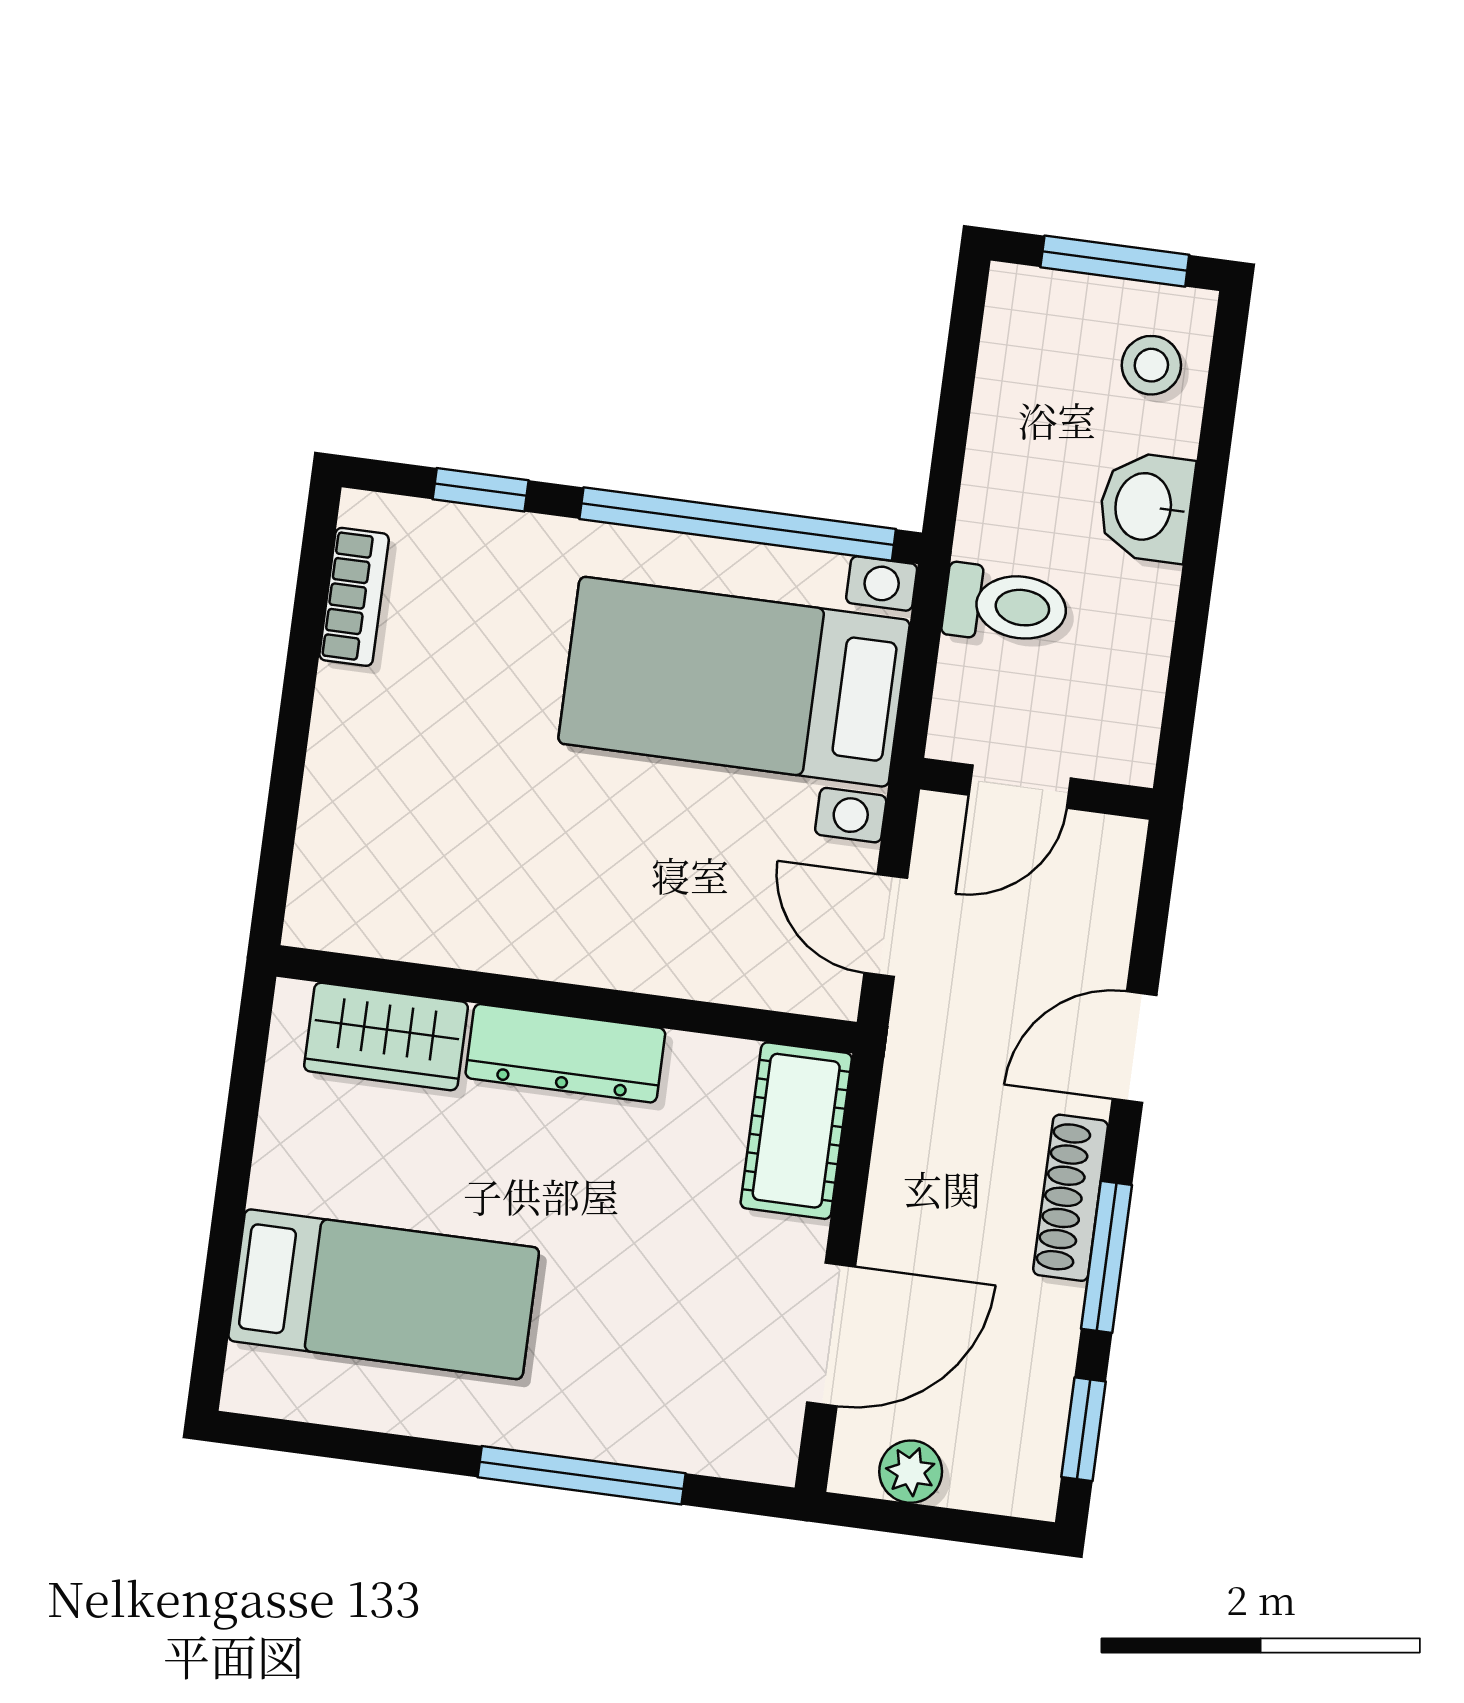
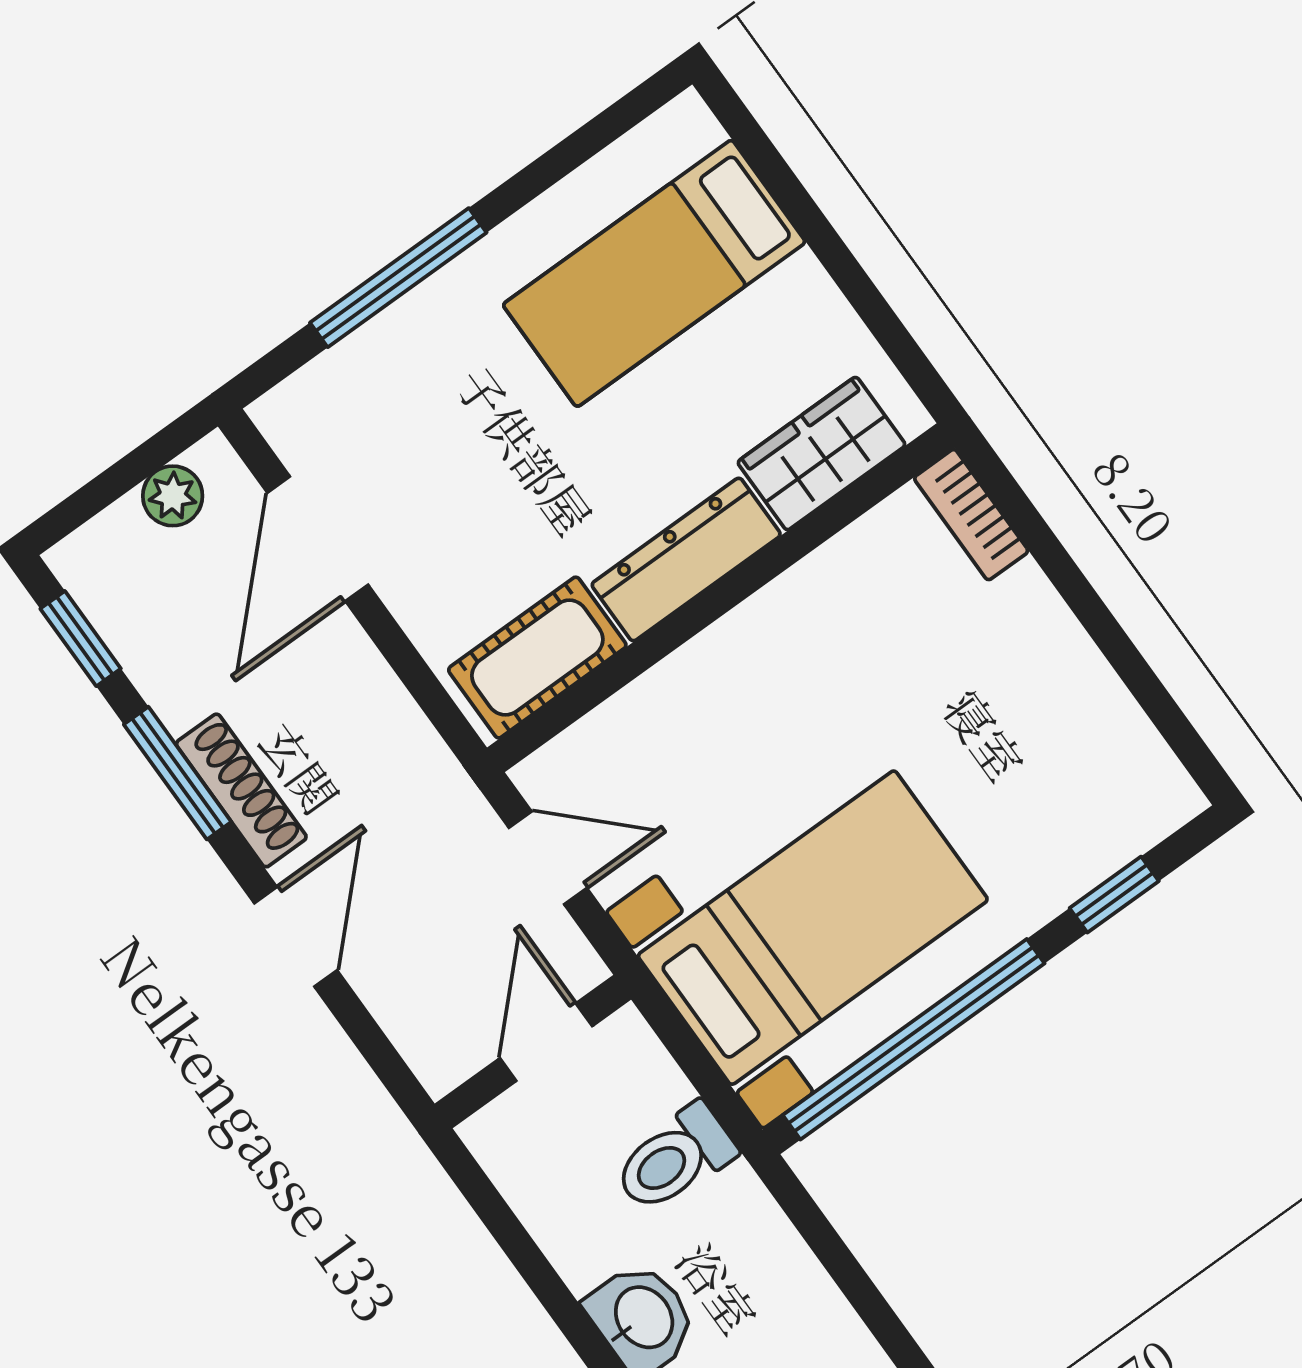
bookcase: (354, 597) -> (971, 515), moved
cot: (796, 1131) -> (537, 658), moved, turned 90

